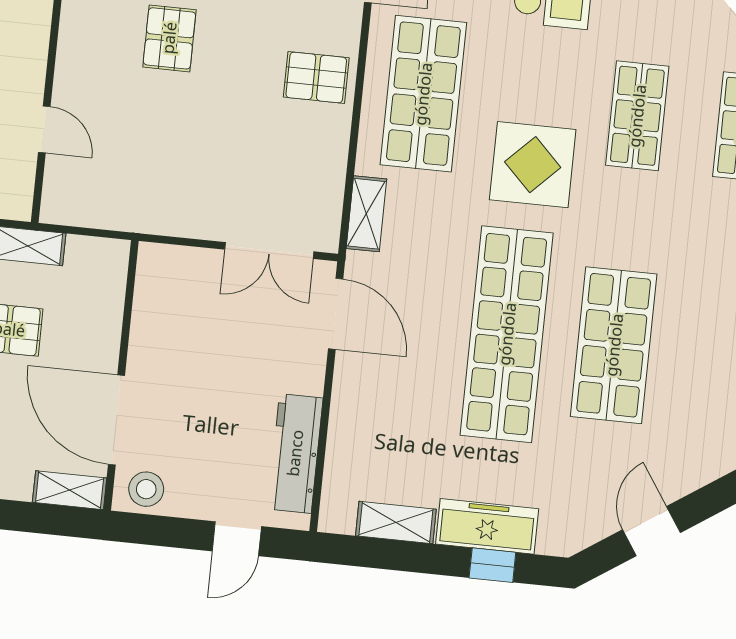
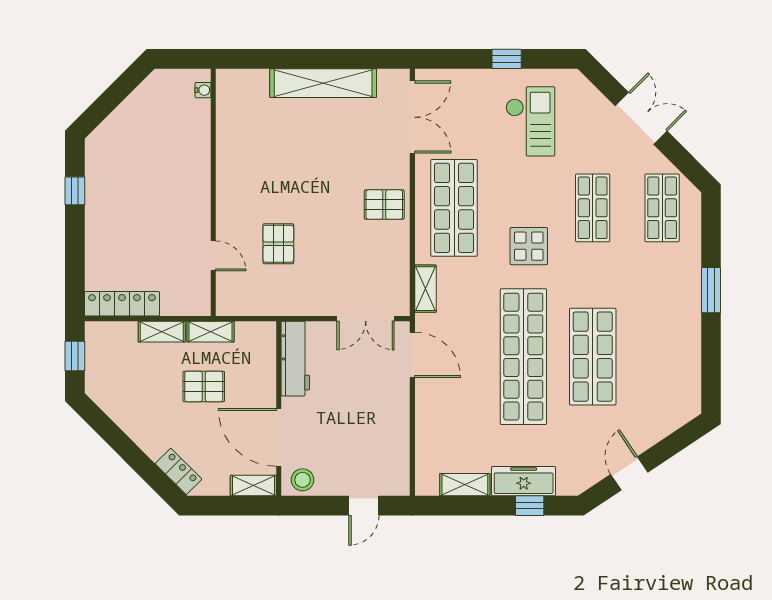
pallet: (169, 38) -> (278, 244), moved
display table: (533, 165) -> (529, 246), width x0.73, depth x0.73
workbench: (295, 453) -> (295, 359), moved, turned 180

